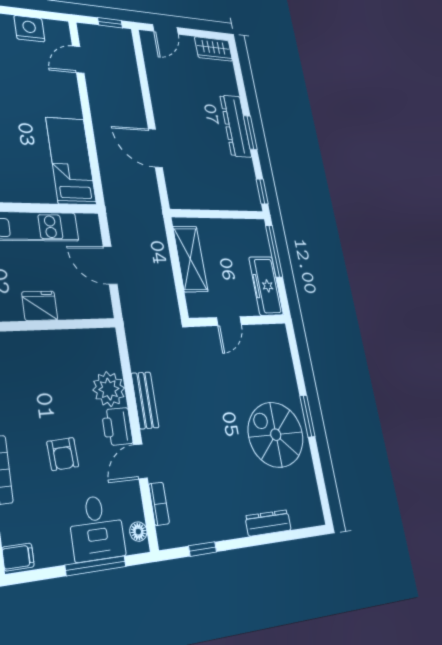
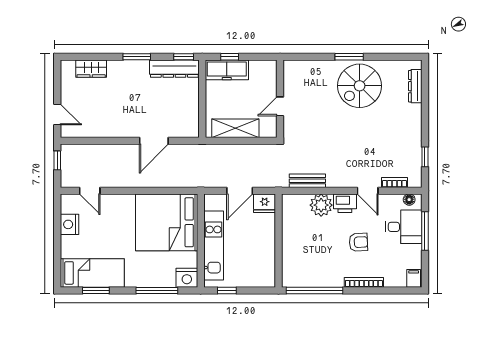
wardrobe: (214, 49) -> (91, 69), moved, turned 90
dresser: (236, 126) -> (174, 69), moved
bed: (71, 161) -> (167, 222), width x2.04
window: (274, 251) -> (230, 57), width x0.46
freezer: (266, 286) -> (227, 70), moved
fridge: (40, 306) -> (265, 203), moved, turned -90
door: (229, 321) -> (280, 106), swing flipped
bench: (145, 400) -> (307, 181), moved
dresser: (268, 523) -> (415, 86), moved

